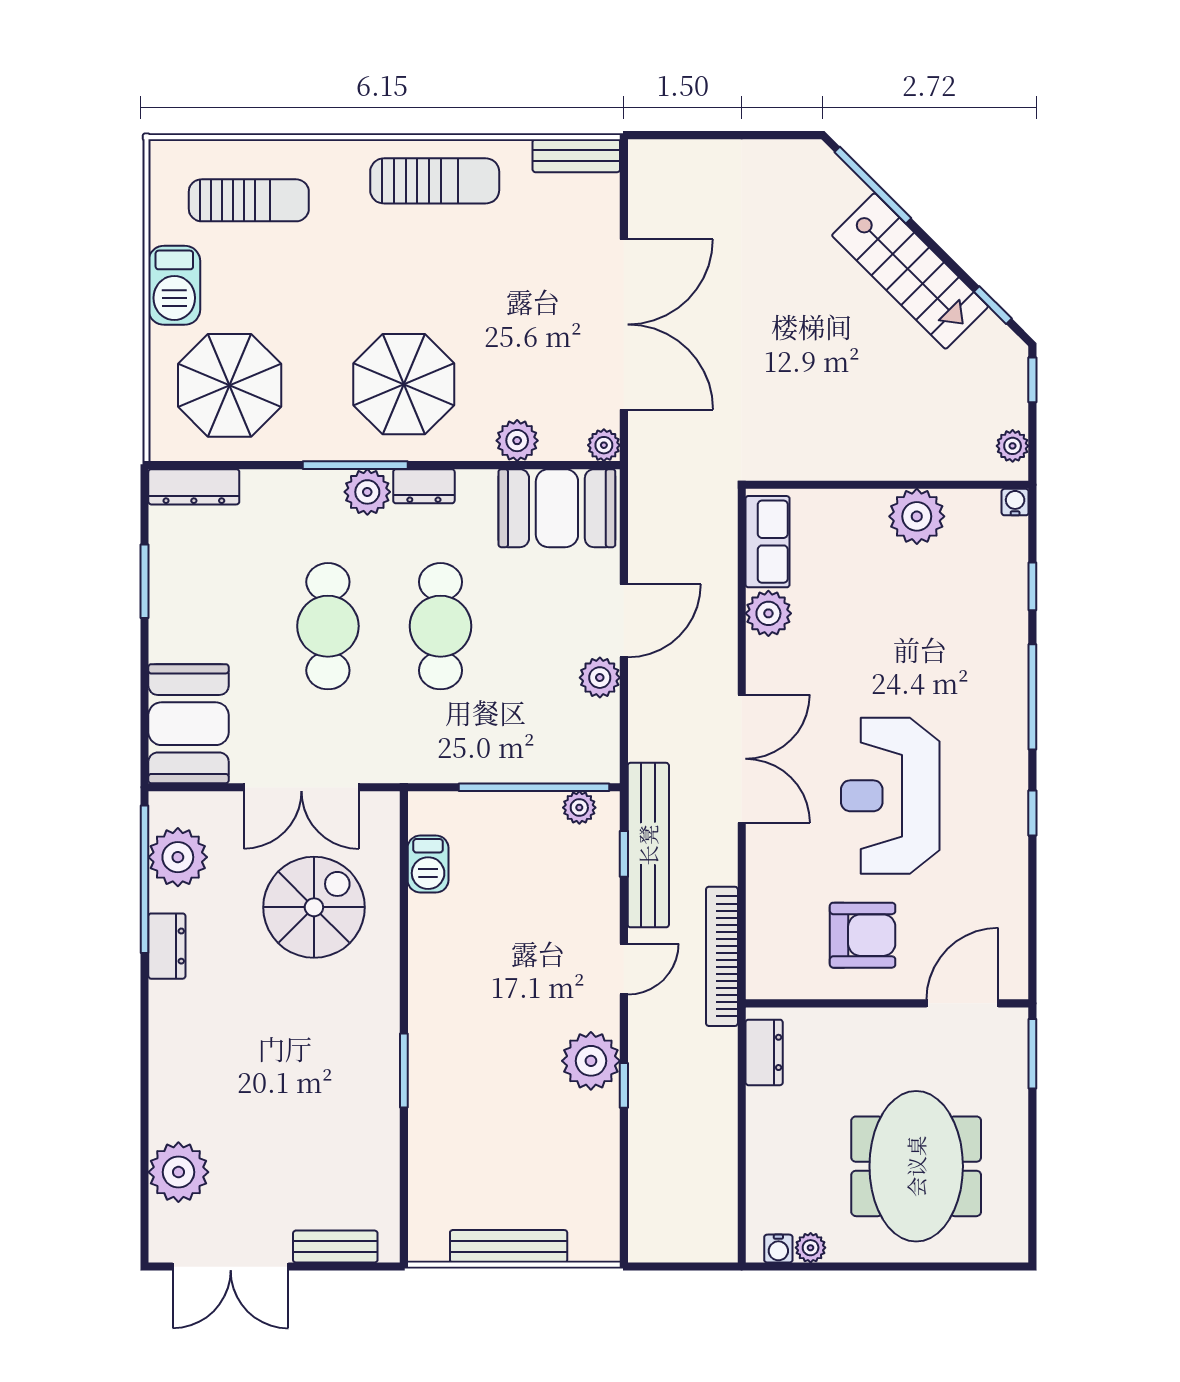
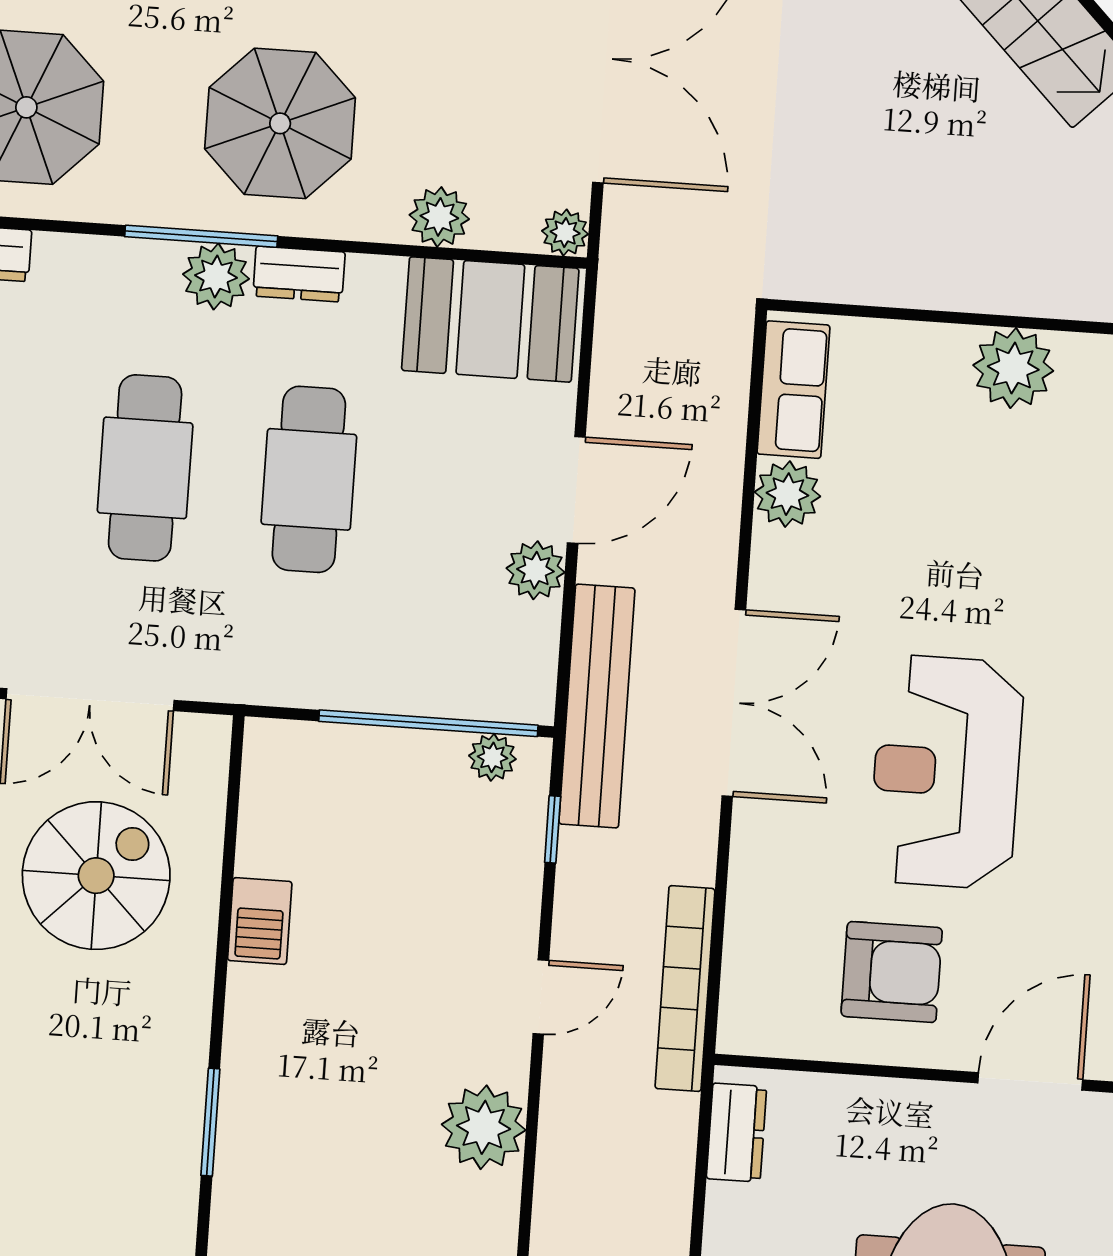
bench: (648, 845) -> (597, 706), moved
barbecue: (428, 864) -> (260, 921), moved
window: (624, 1085) -> (529, 1166), removed

